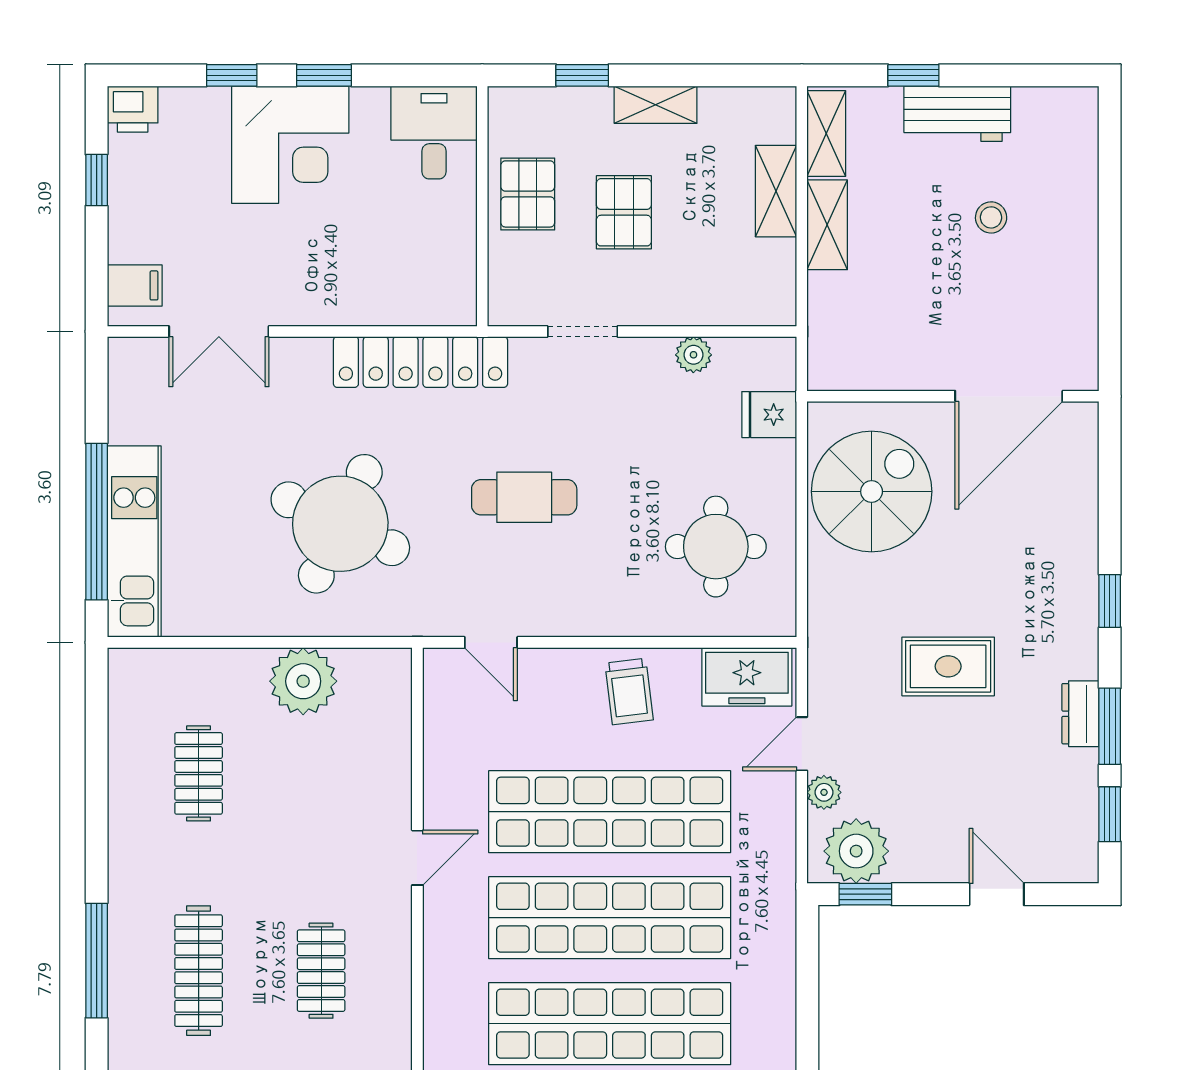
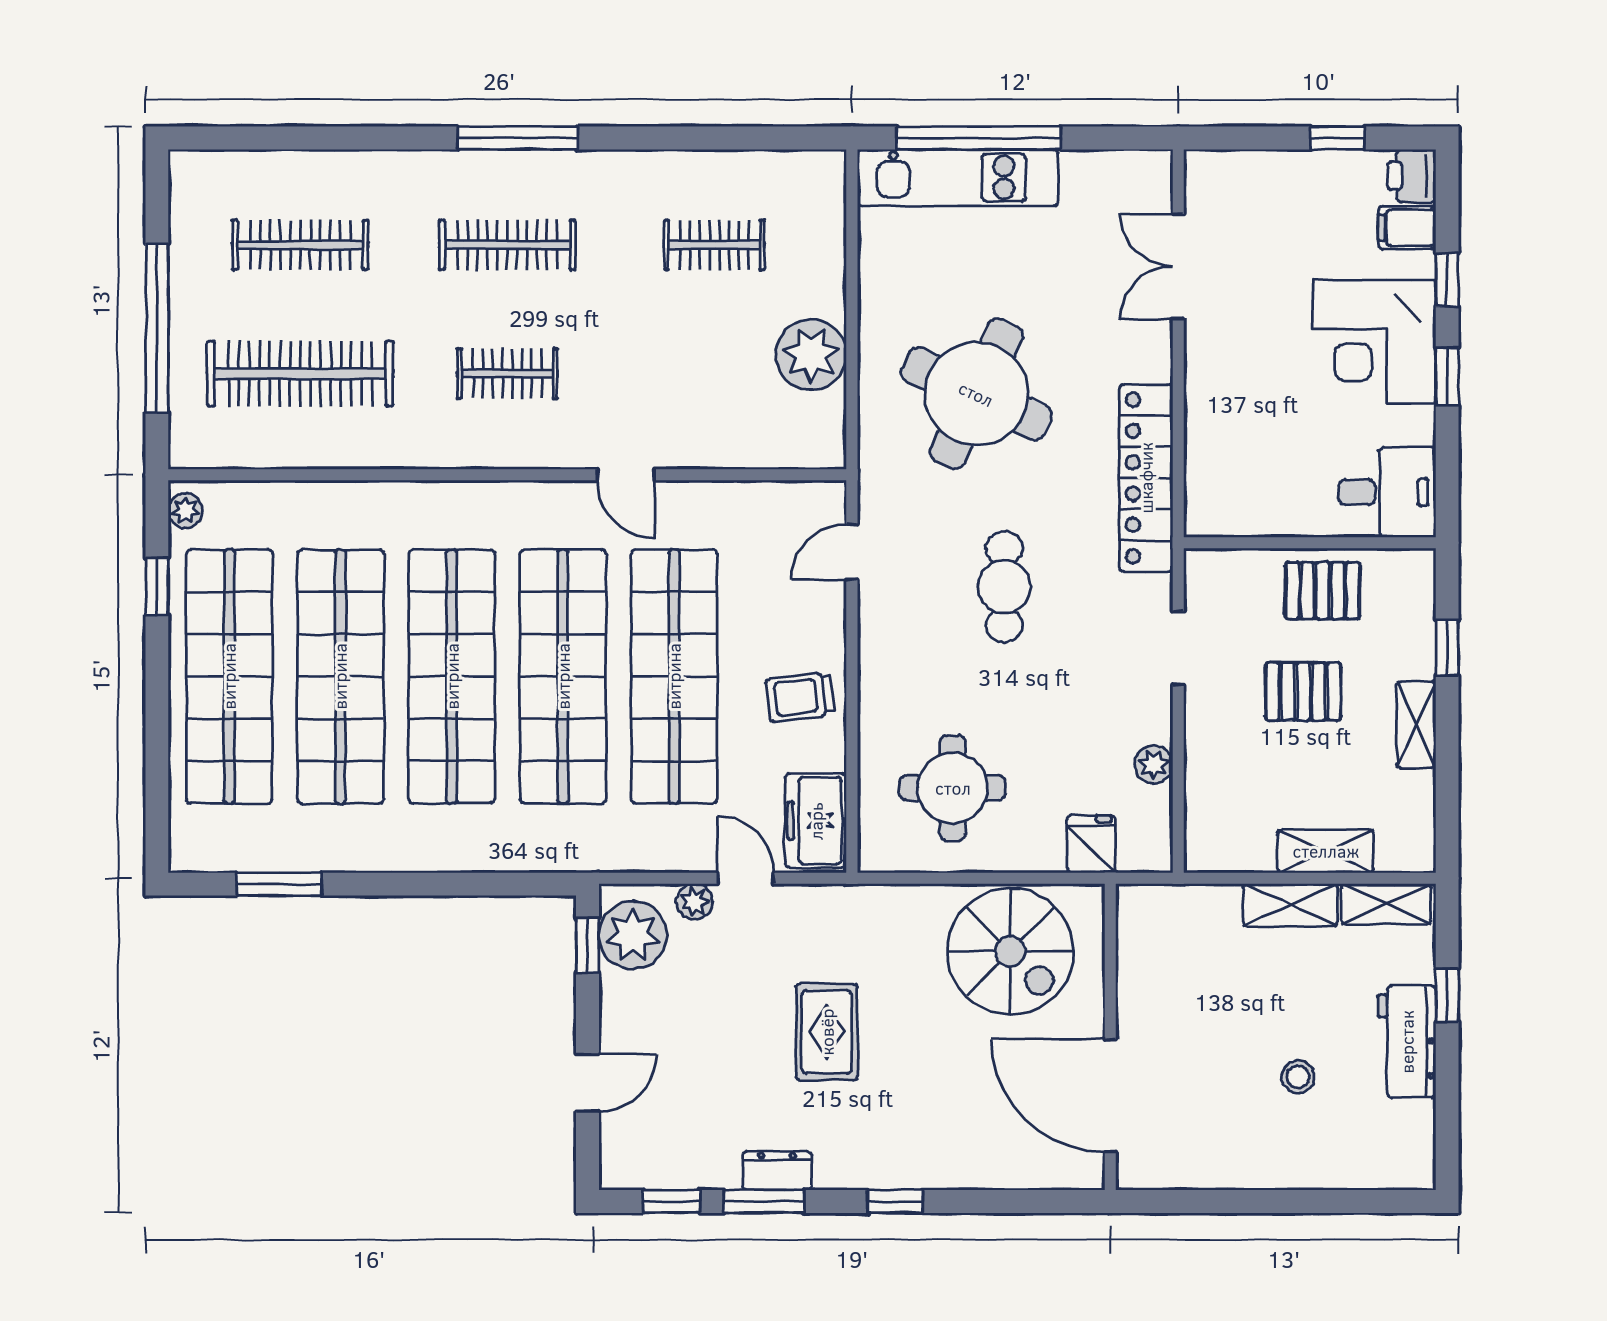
filing cabinet: (135, 285) -> (1407, 228), moved, turned 90

